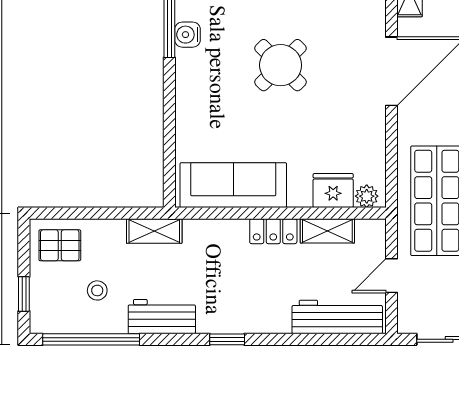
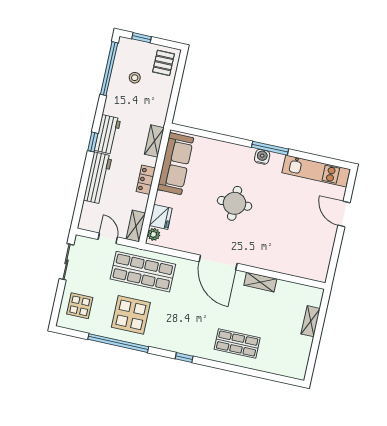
round table: (281, 65) -> (235, 203), turned 45
shelving: (154, 231) -> (154, 141), moved
shelving: (327, 231) -> (136, 226), moved
workbench: (162, 317) -> (107, 134), moved
workbench: (337, 317) -> (98, 178), moved

